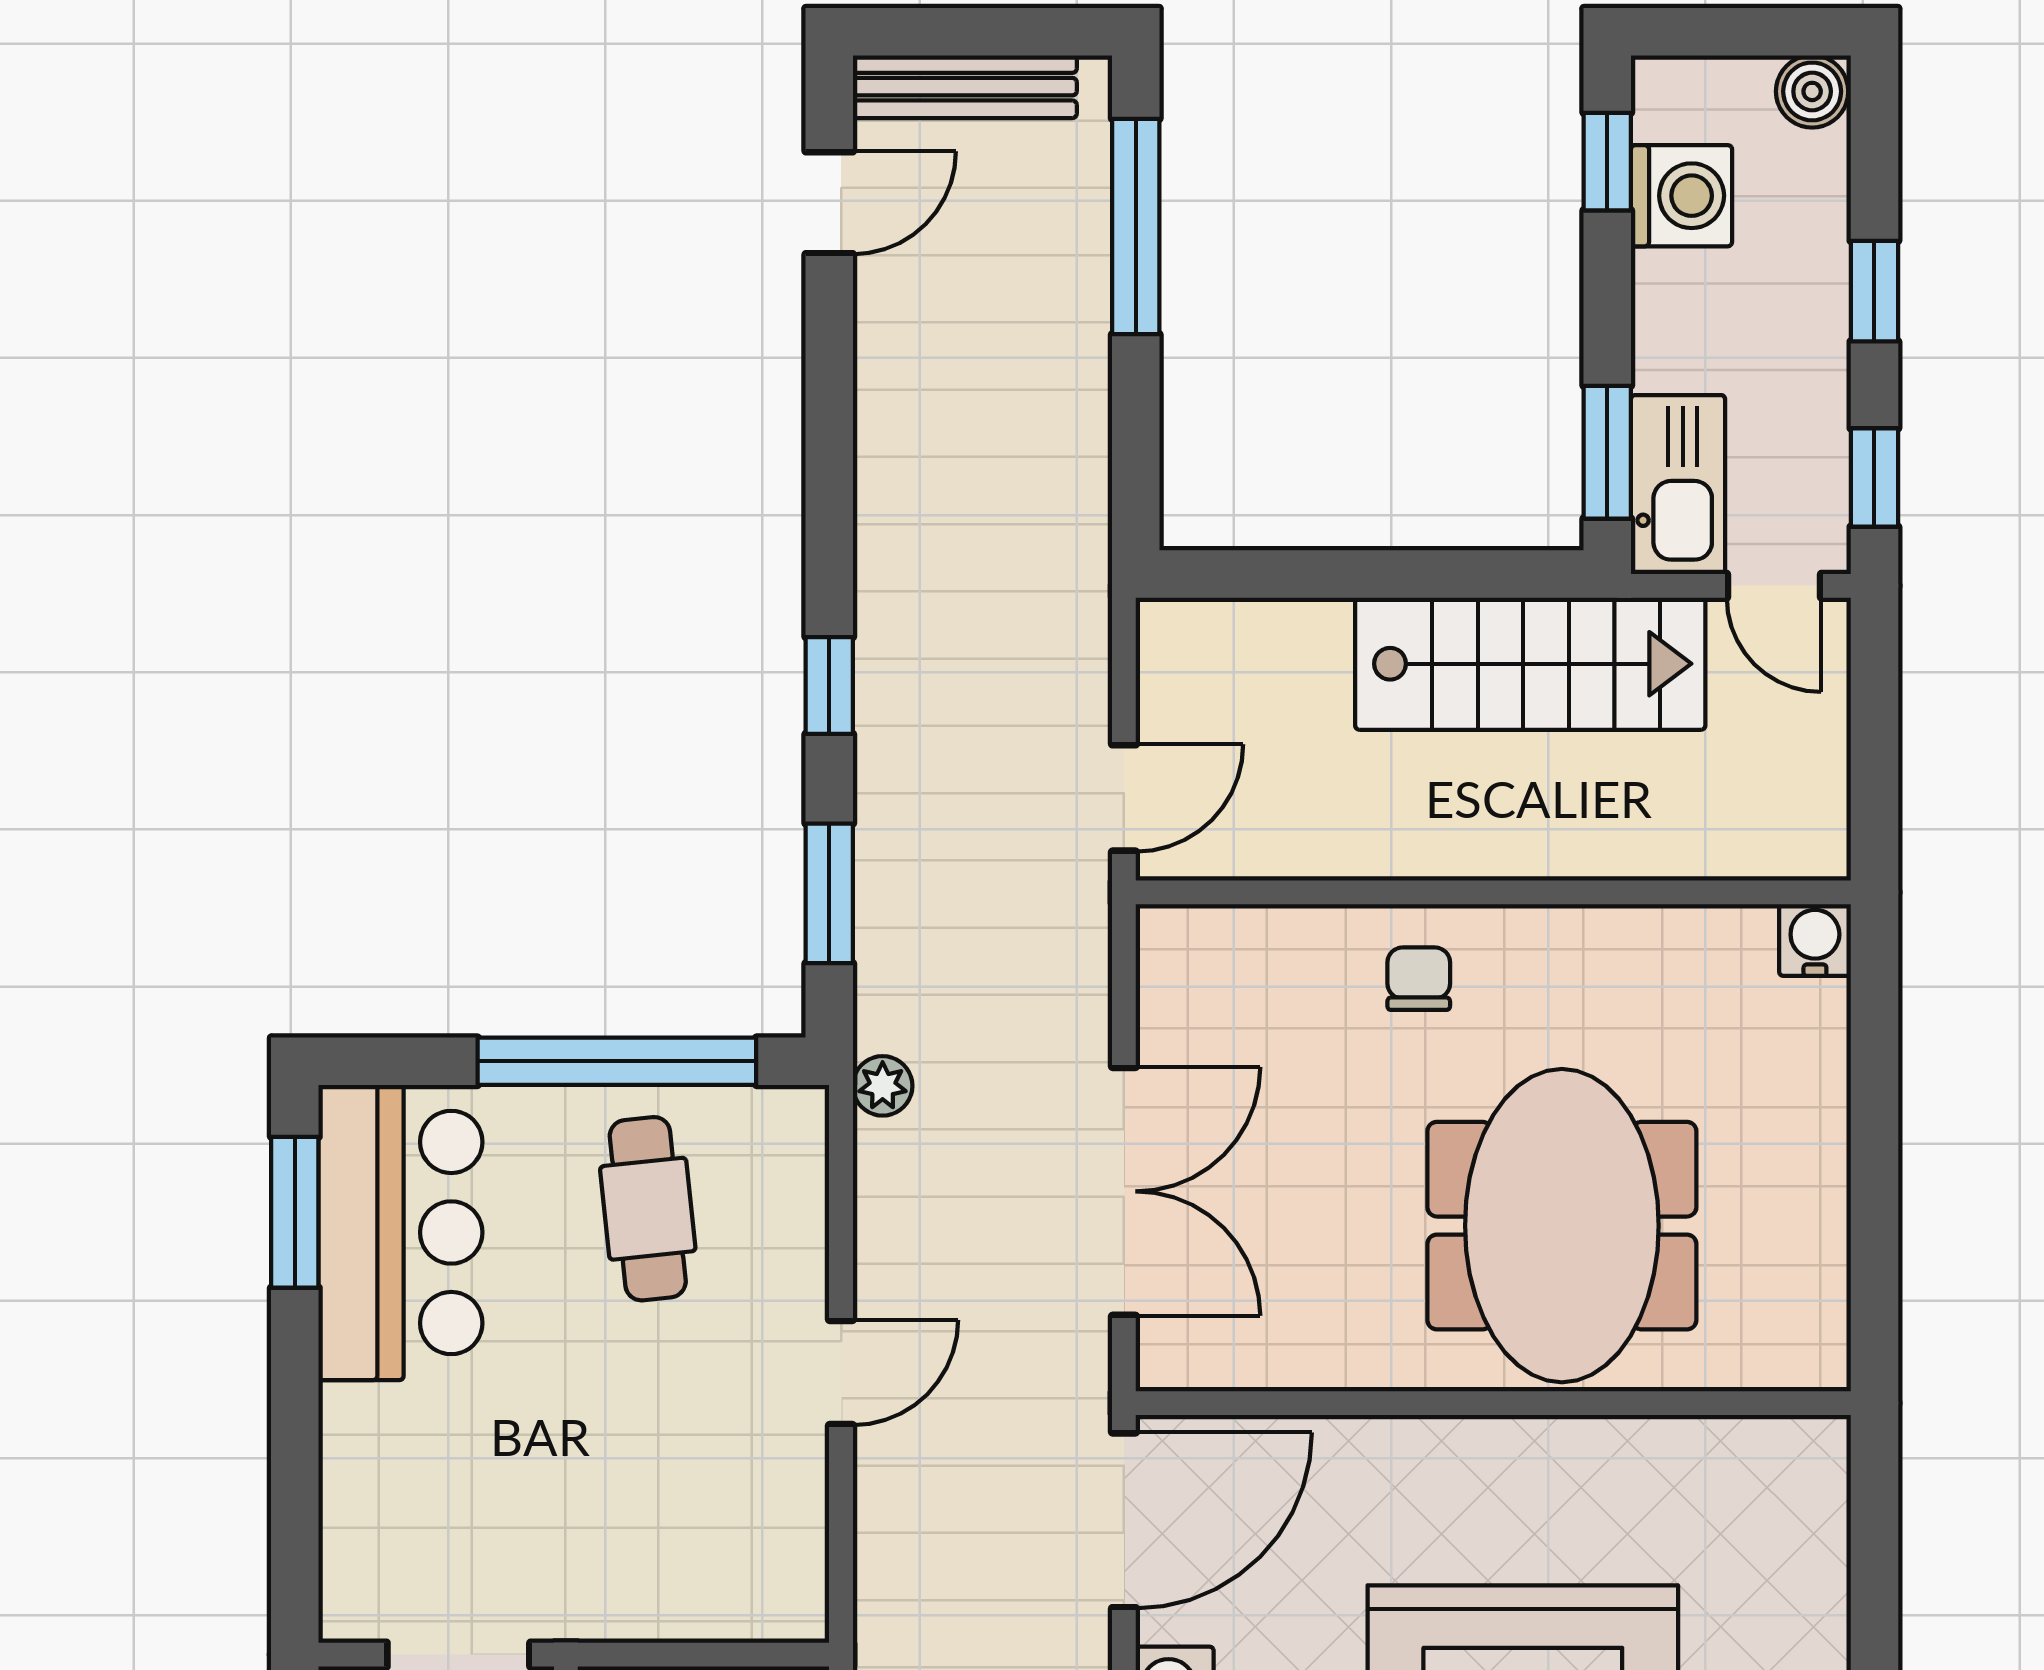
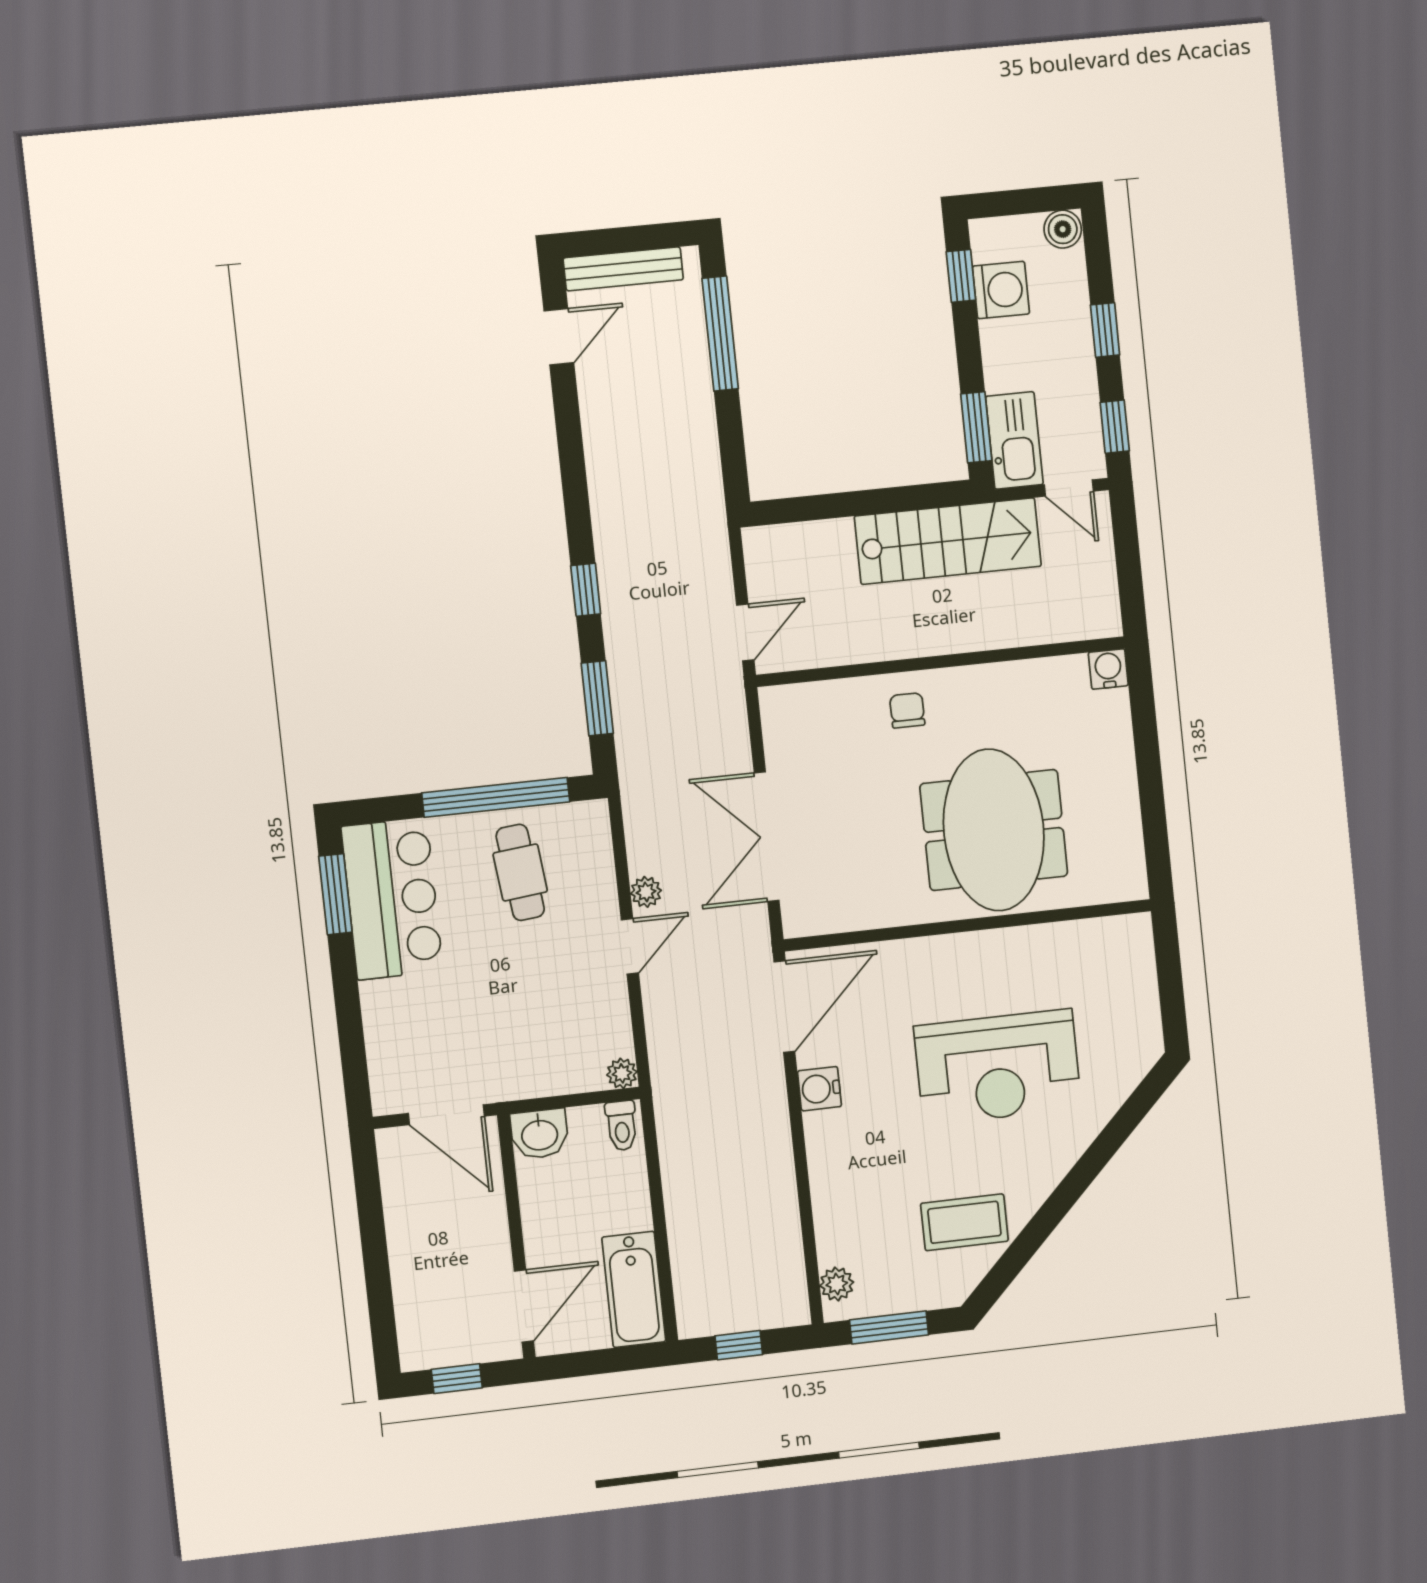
plant: (883, 1086) -> (646, 892), moved
double door: (1124, 1191) -> (767, 837), swing flipped
plant: (800, 1613) -> (622, 1073), added

